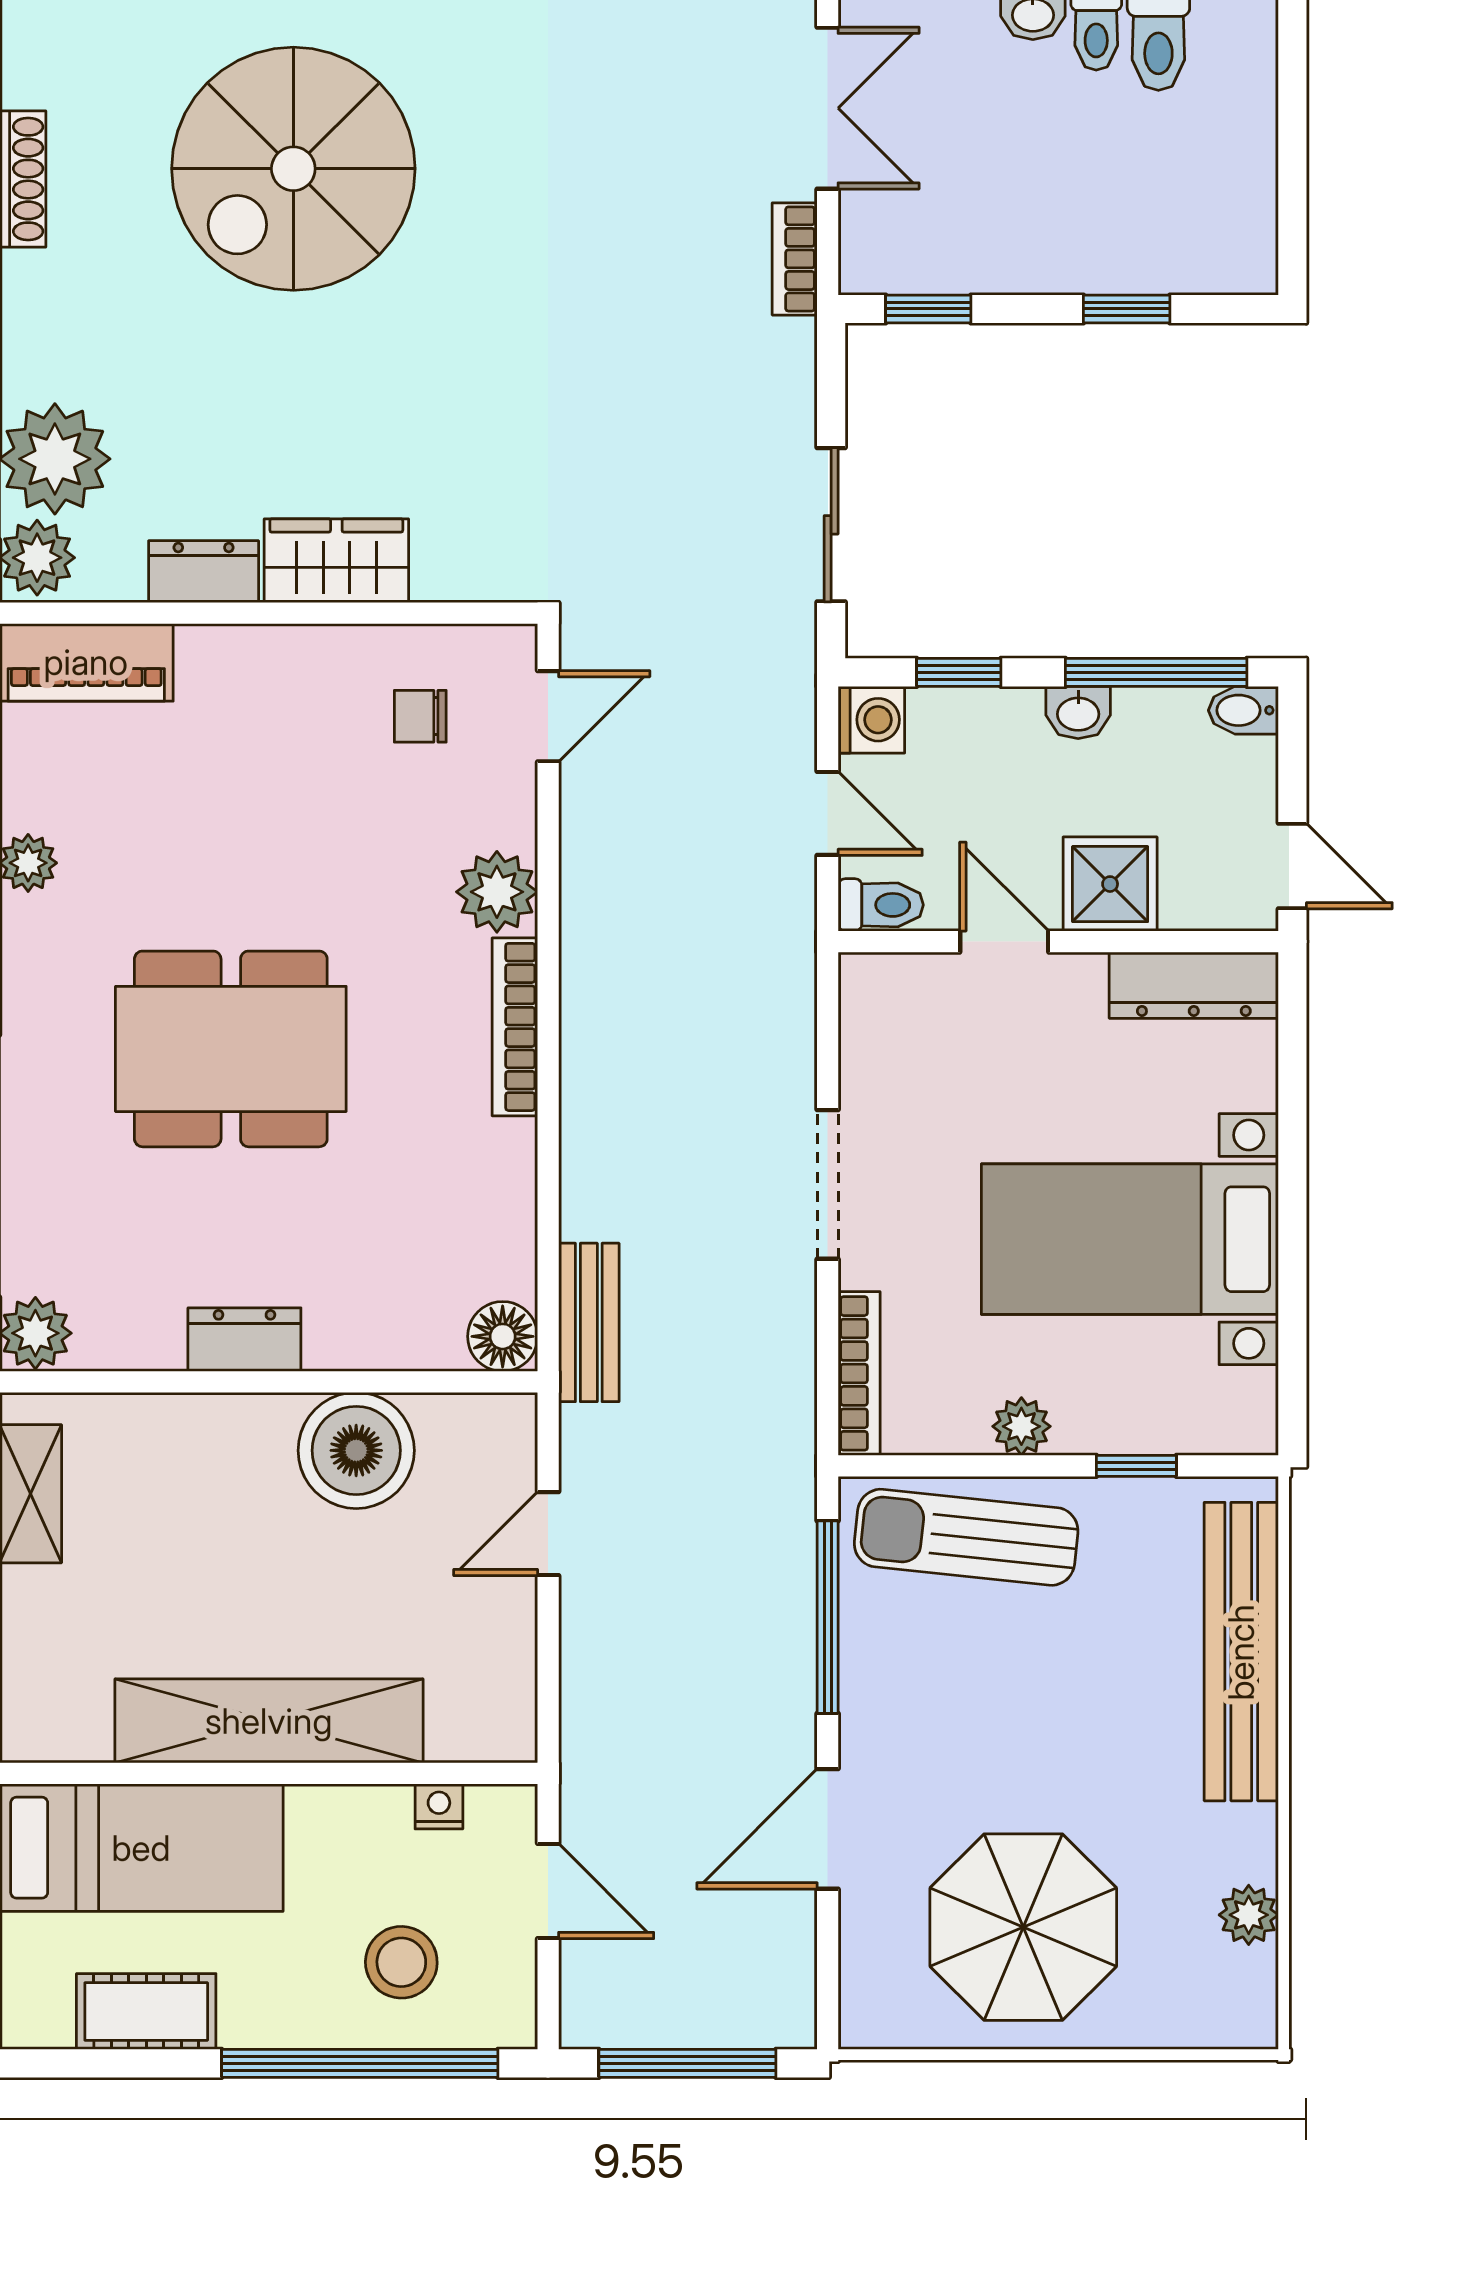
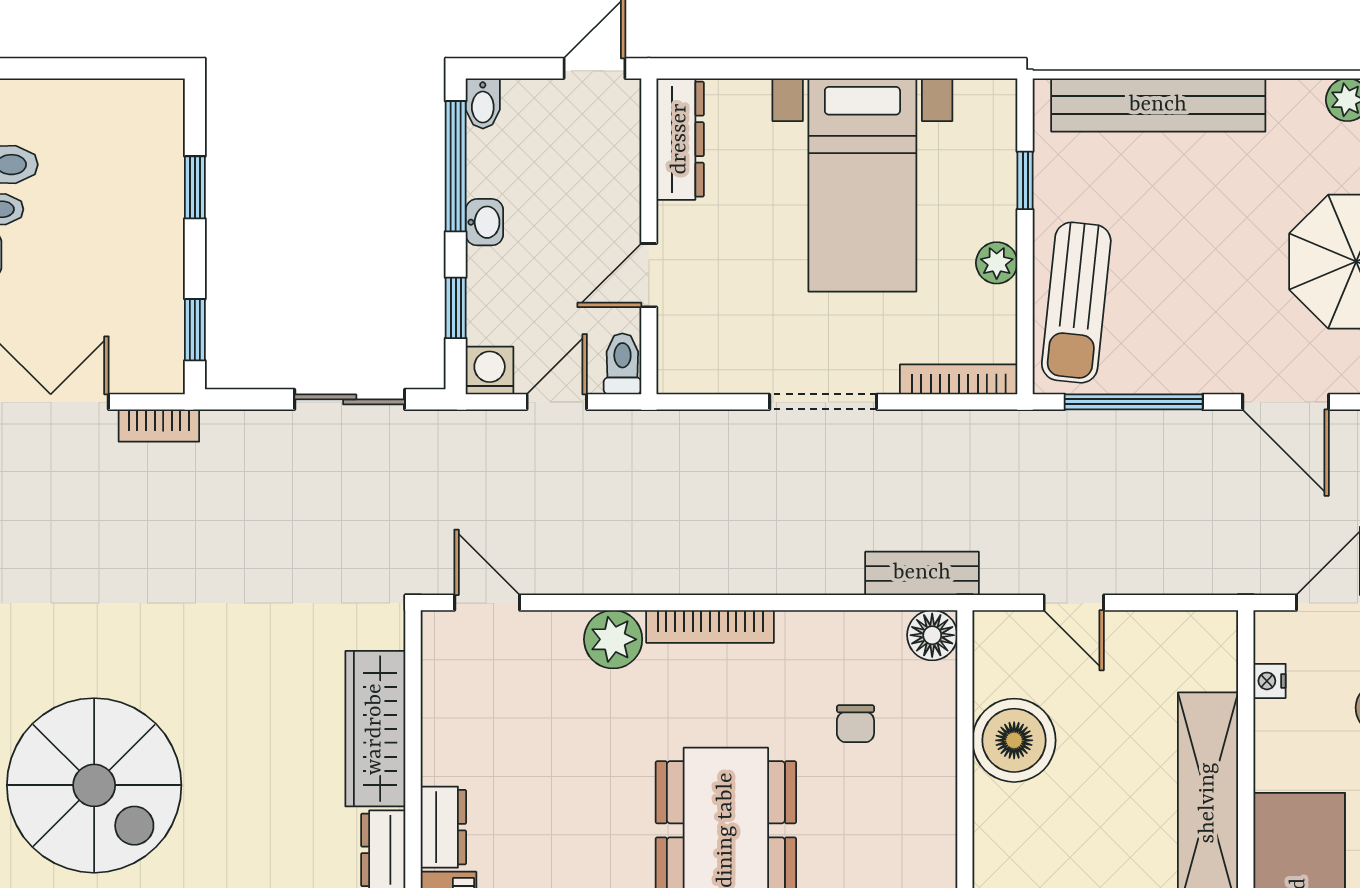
wardrobe: (336, 561) -> (375, 729), width x1.50
chair: (420, 716) -> (855, 724), moved
shower: (1110, 884) -> (607, 199), removed
dresser: (244, 1340) -> (443, 827), moved, turned 180

